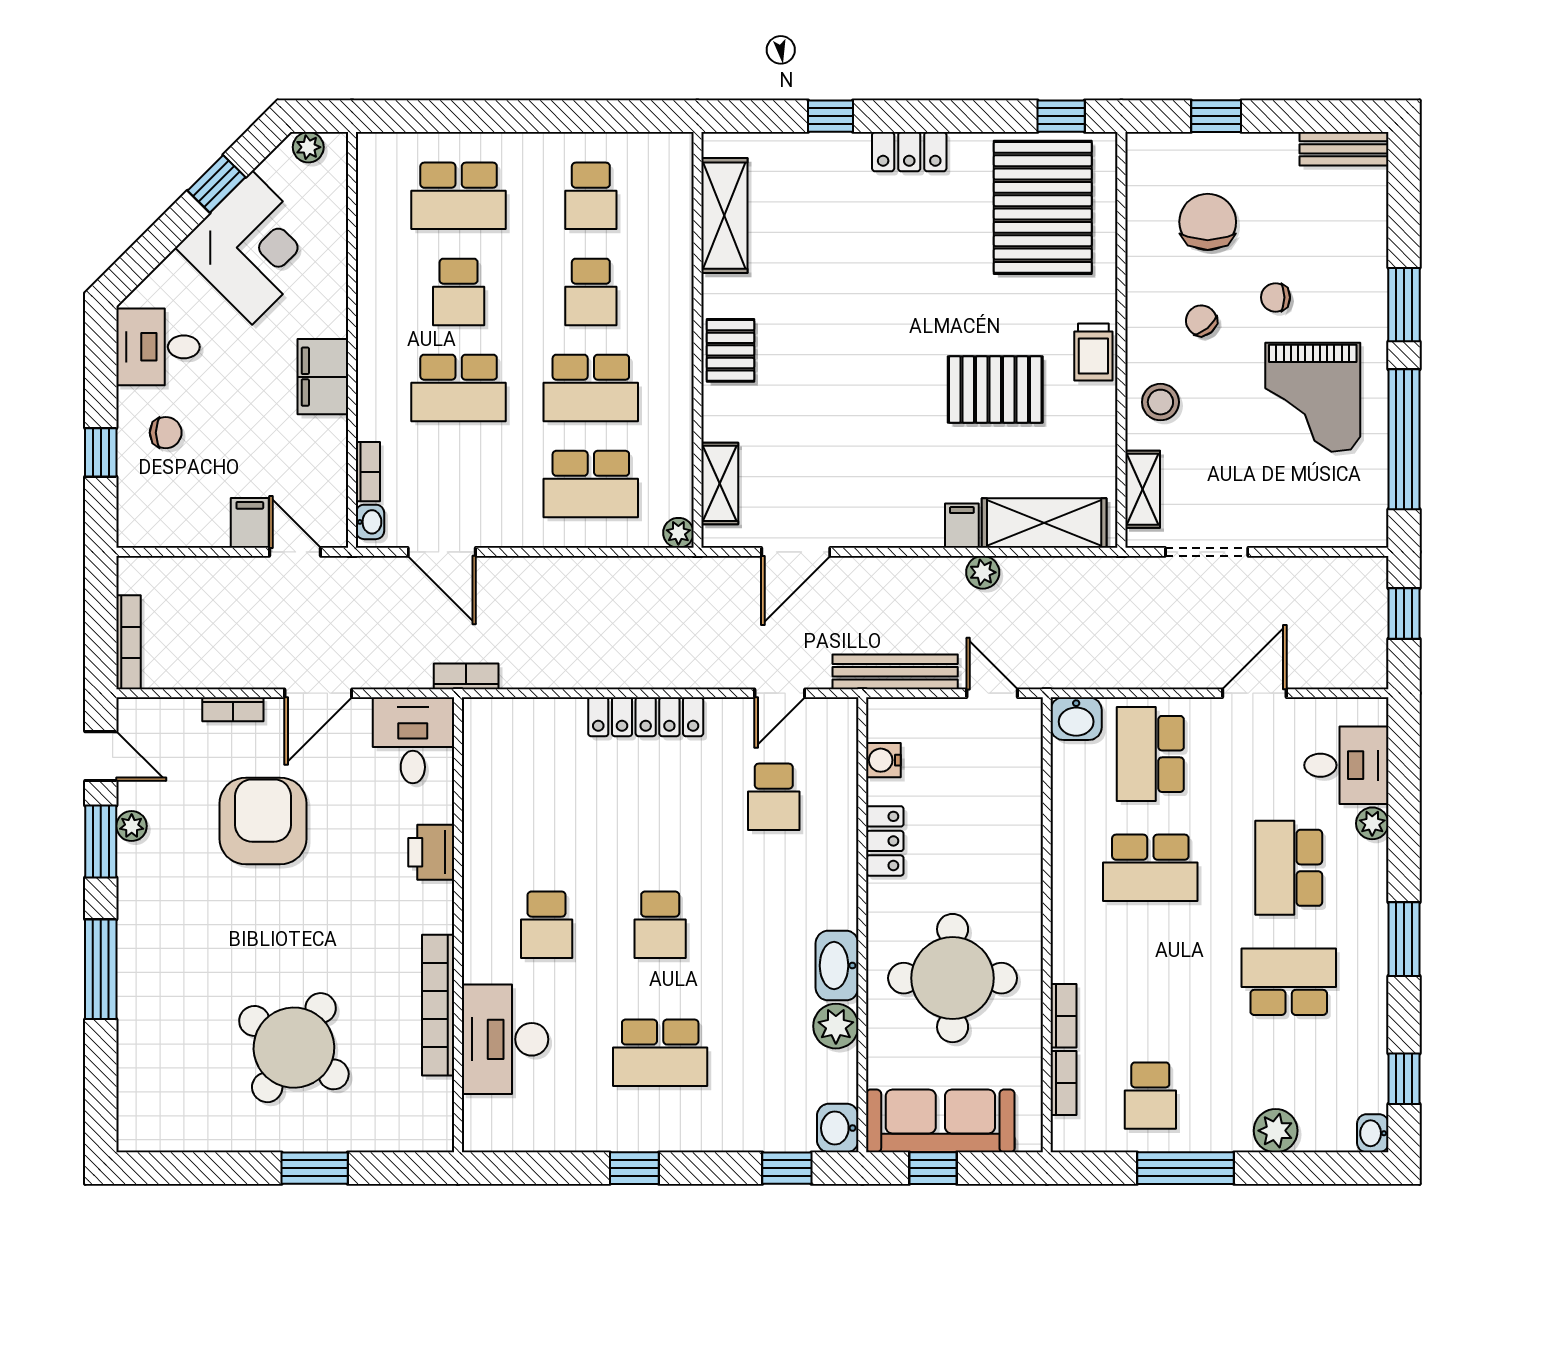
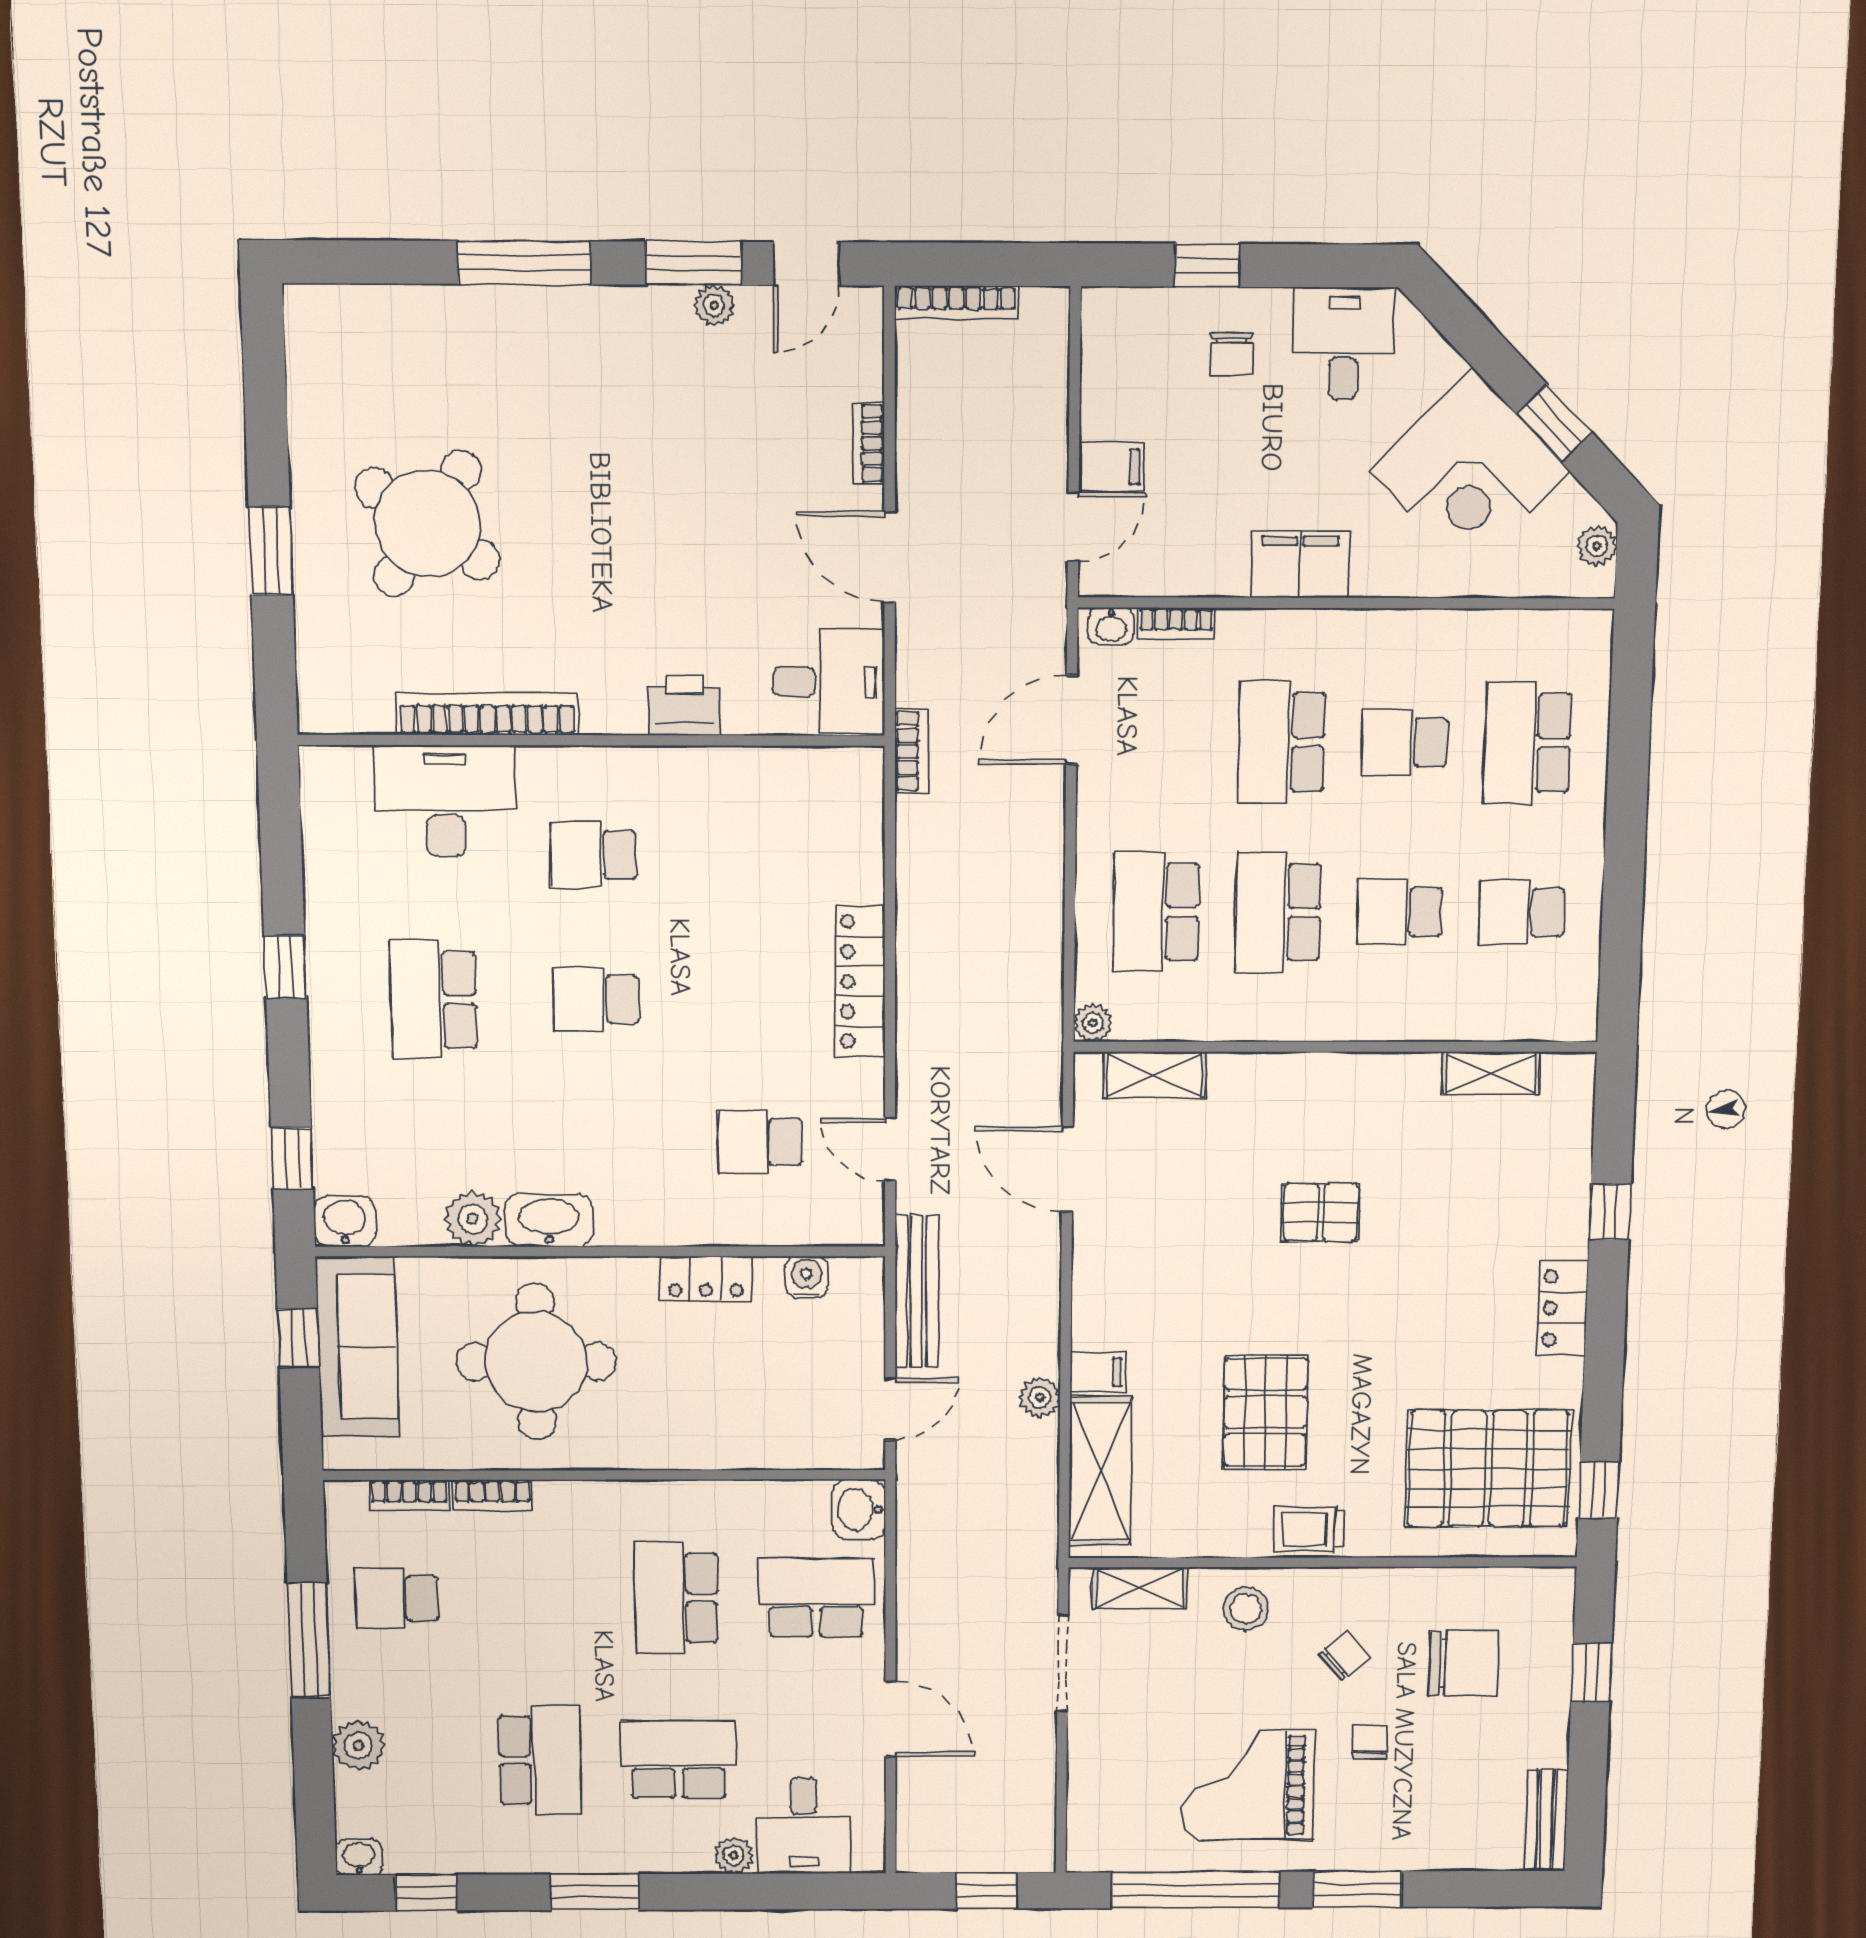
shelving: (724, 216) -> (1491, 1073), width x0.67, depth x0.75
pallet: (730, 350) -> (1320, 1212), moved
armchair: (263, 821) -> (723, 483), removed

